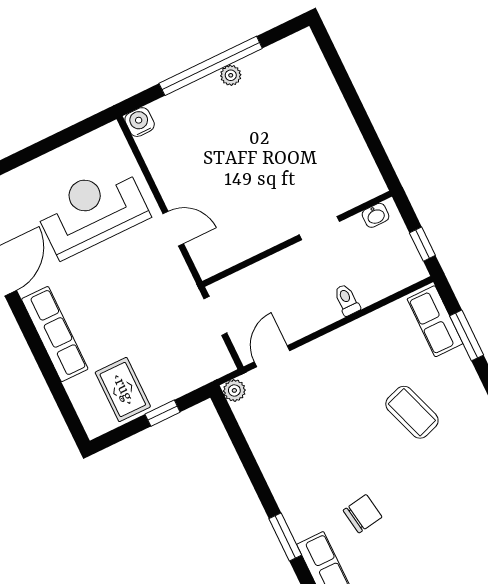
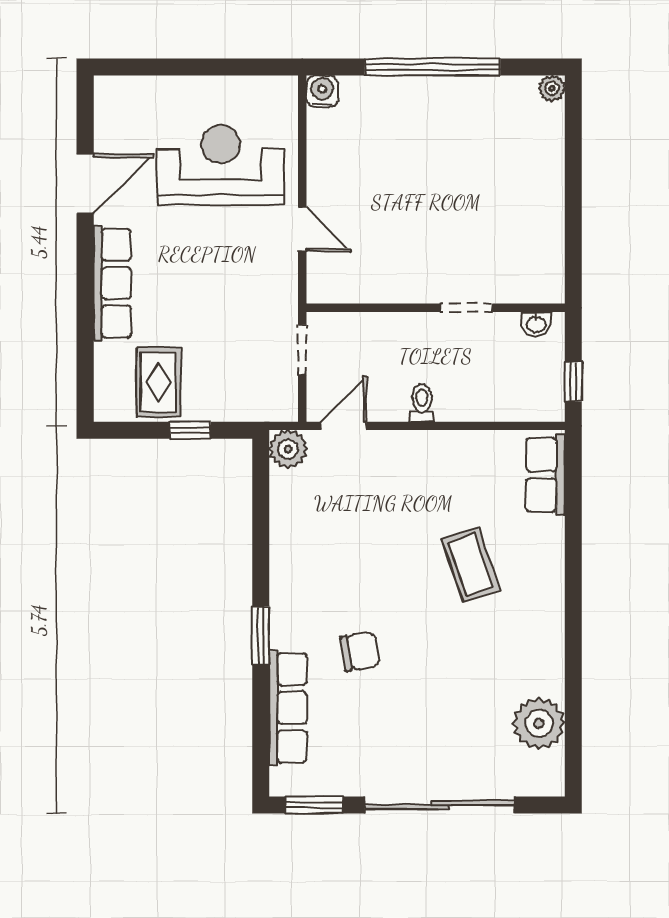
plant: (231, 75) -> (552, 88), moved
toilet: (347, 300) -> (422, 403), moved
window: (467, 335) -> (573, 508), removed
plant: (234, 390) -> (288, 449), width x1.38, depth x1.38

